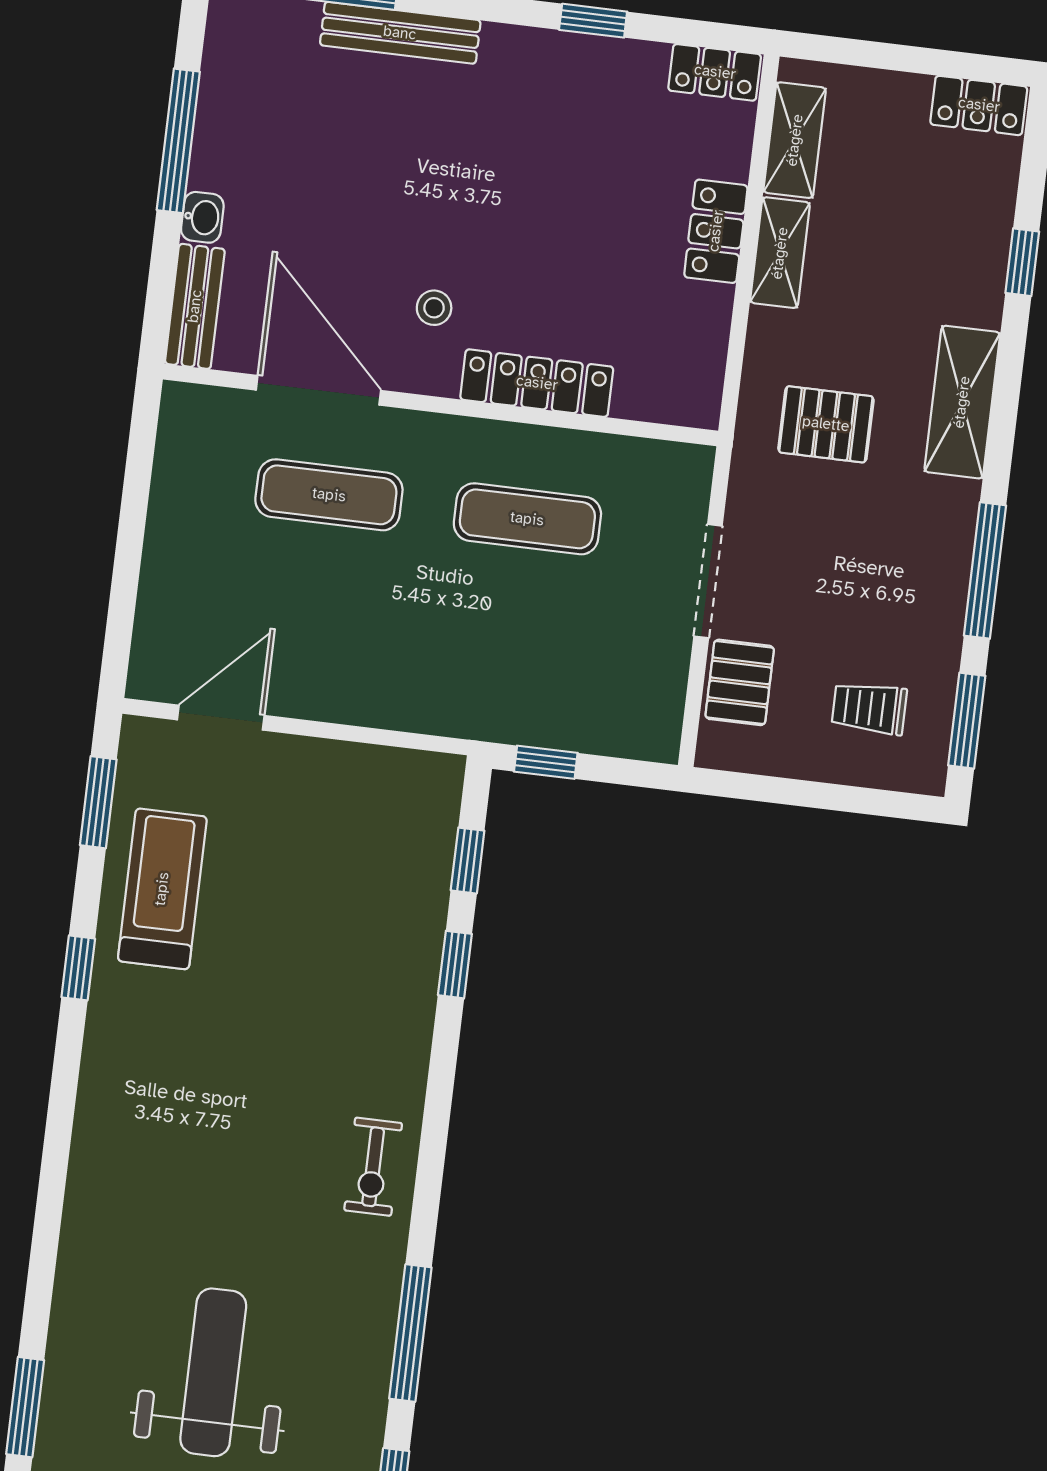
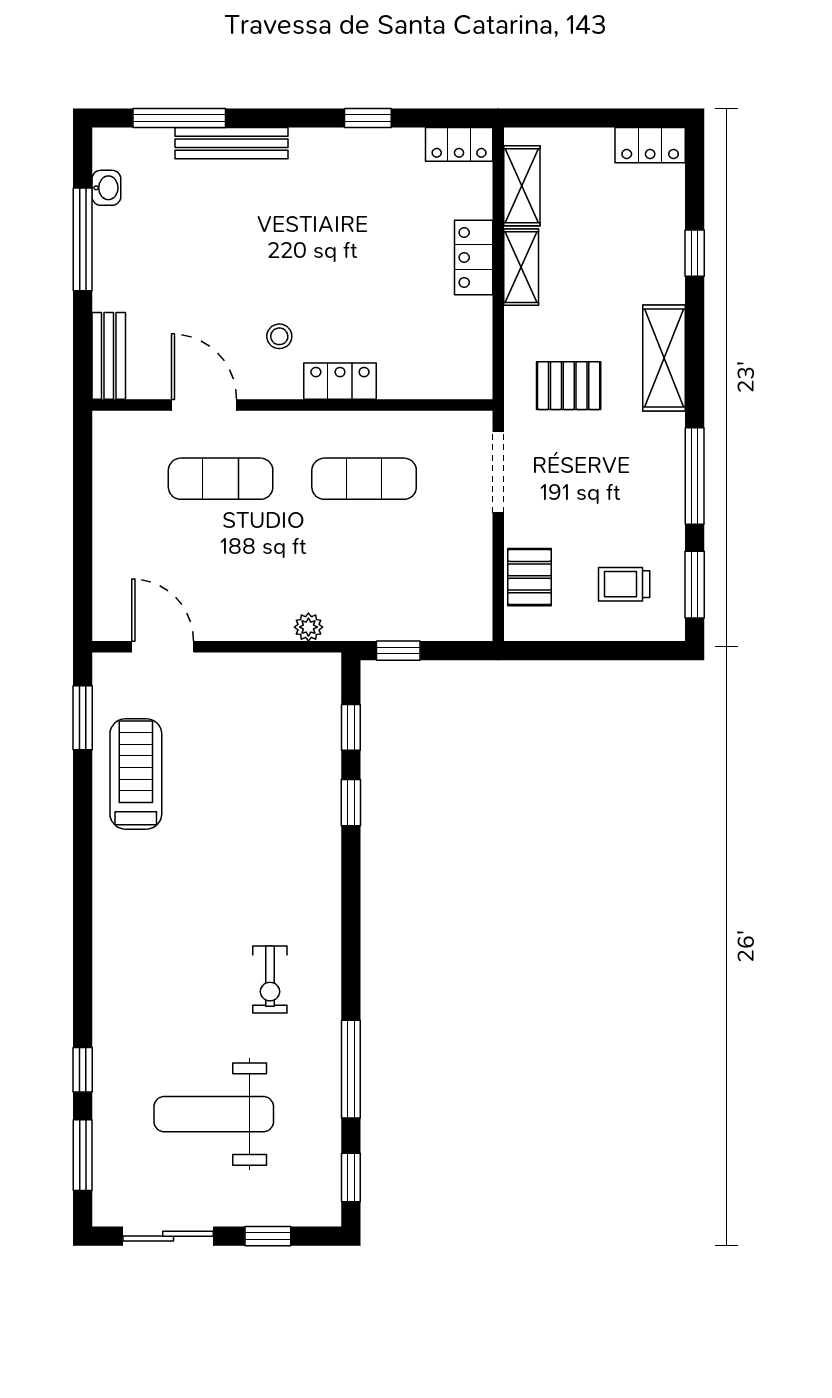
washbasin: (202, 217) -> (106, 188), moved
locker: (537, 383) -> (340, 381), width x0.66
door: (318, 390) -> (204, 405), width x0.73
doorway: (708, 581) -> (498, 472), moved
plant: (426, 715) -> (308, 627), added
door: (221, 718) -> (163, 647), hinge flipped
window: (78, 968) -> (83, 1070), moved
exercise bike: (373, 1167) -> (270, 979), moved
weight bench: (213, 1372) -> (214, 1114), turned -90

